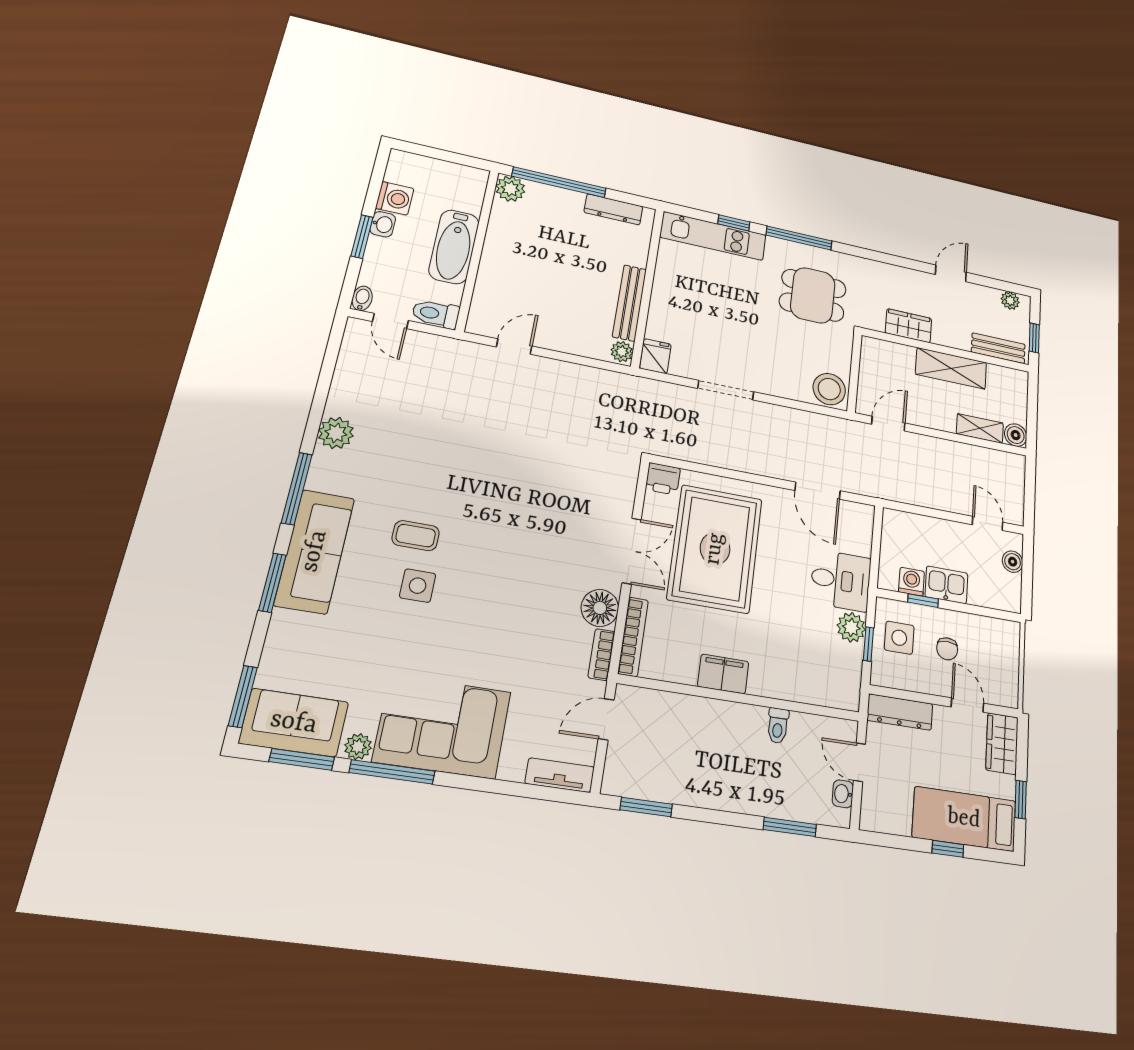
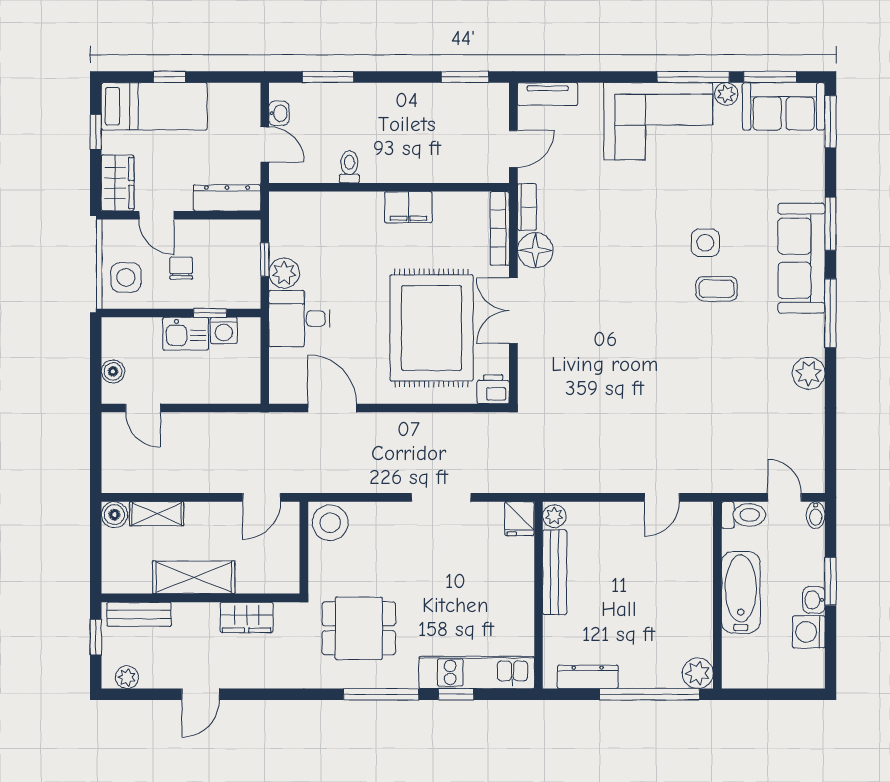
side table: (899, 638) -> (126, 277), moved

